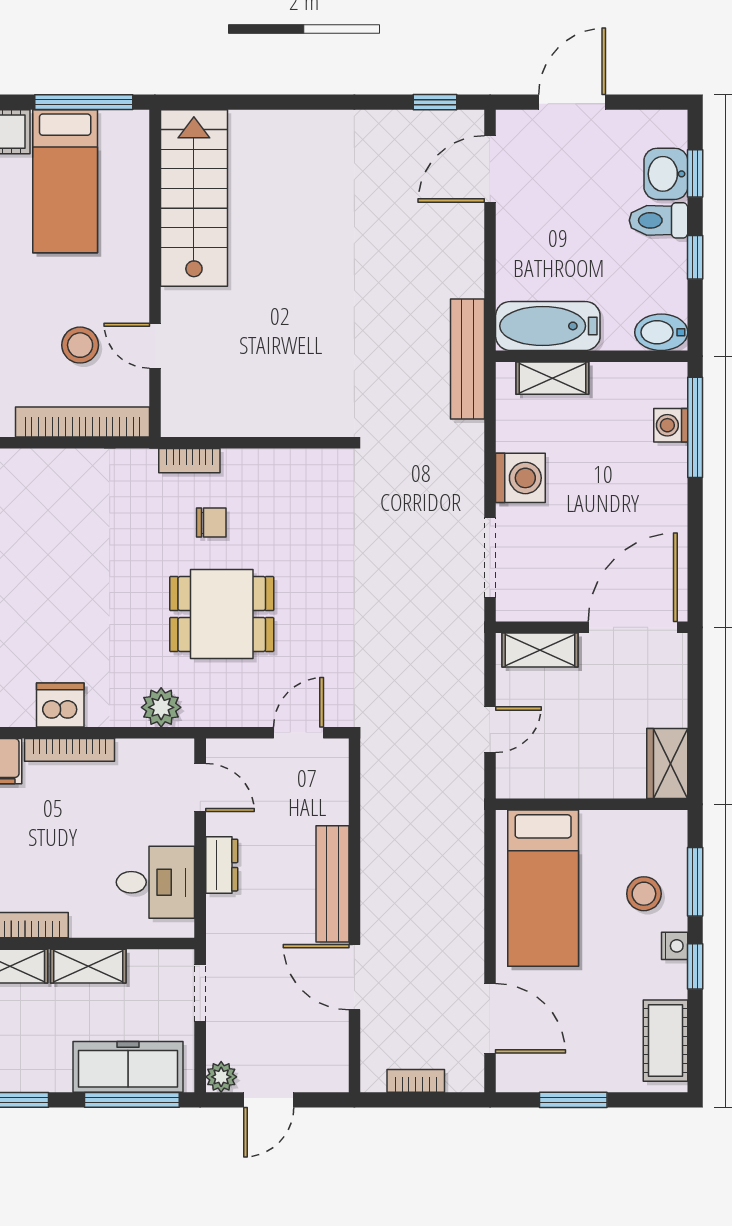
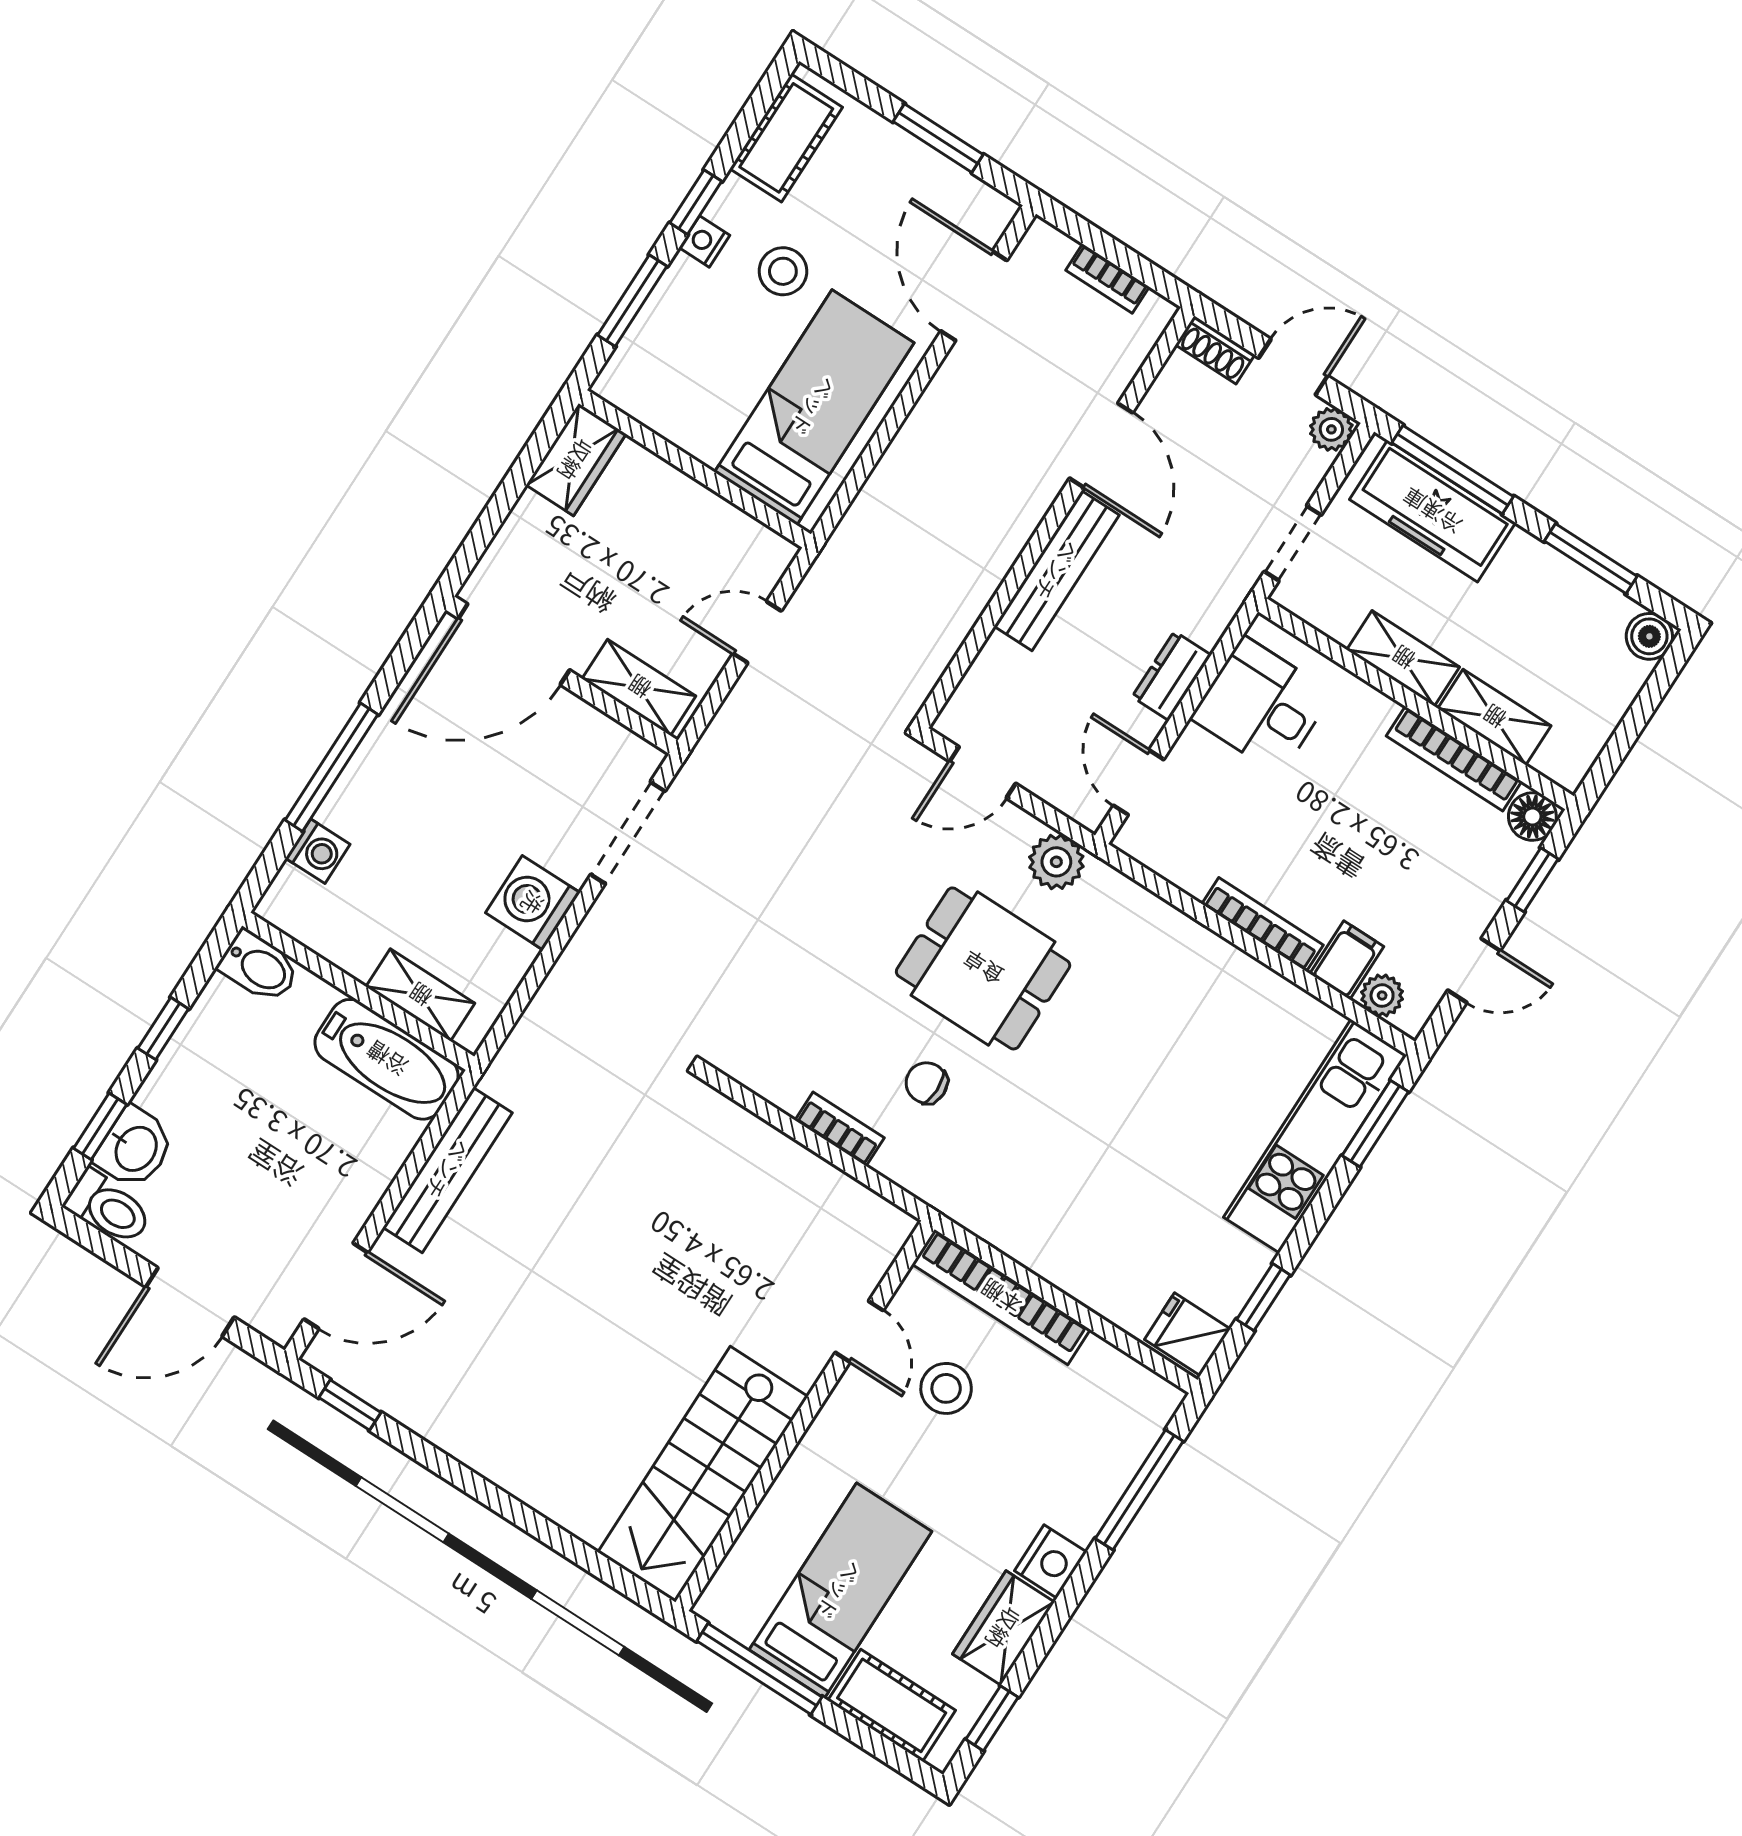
toilet: (658, 220) -> (108, 1208), moved
bench: (468, 359) -> (448, 1170), moved
window: (695, 427) -> (332, 767), moved
bookcase: (189, 461) -> (840, 1129), moved
dishwasher: (60, 705) -> (1240, 984), removed
plant: (161, 707) -> (1056, 862), moved
stool: (644, 894) -> (783, 271), moved
shoe rack: (323, 1080) -> (1215, 350), added

